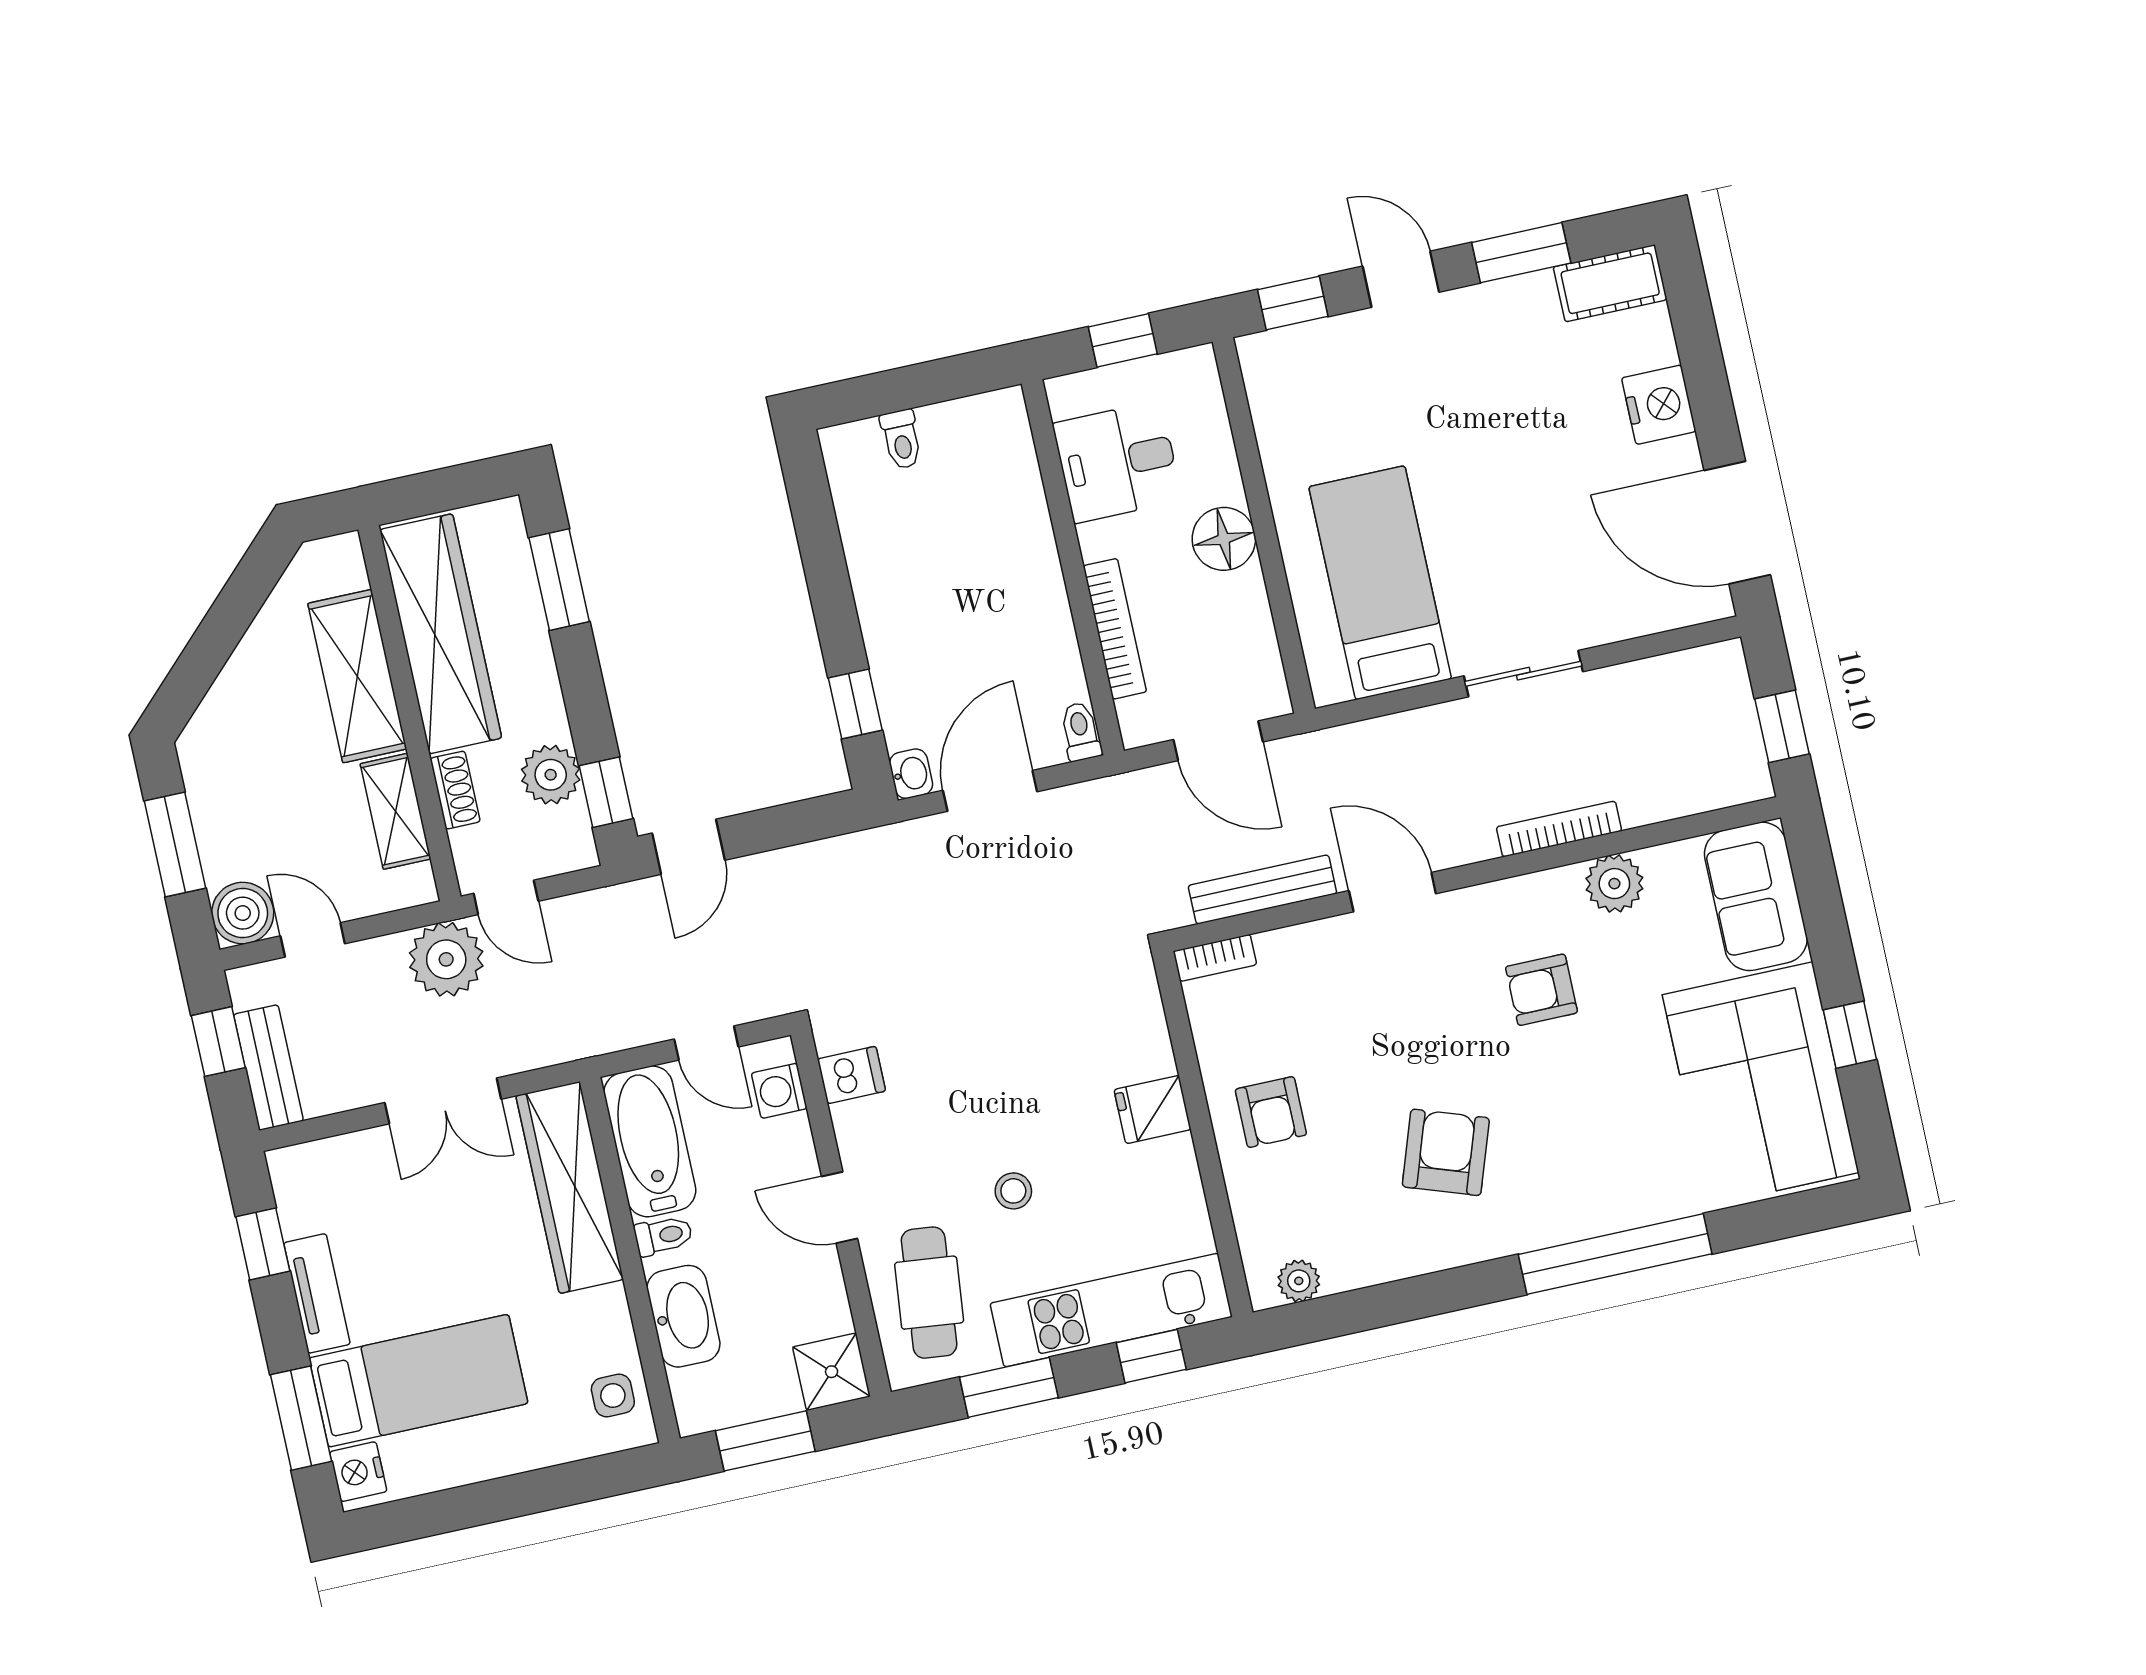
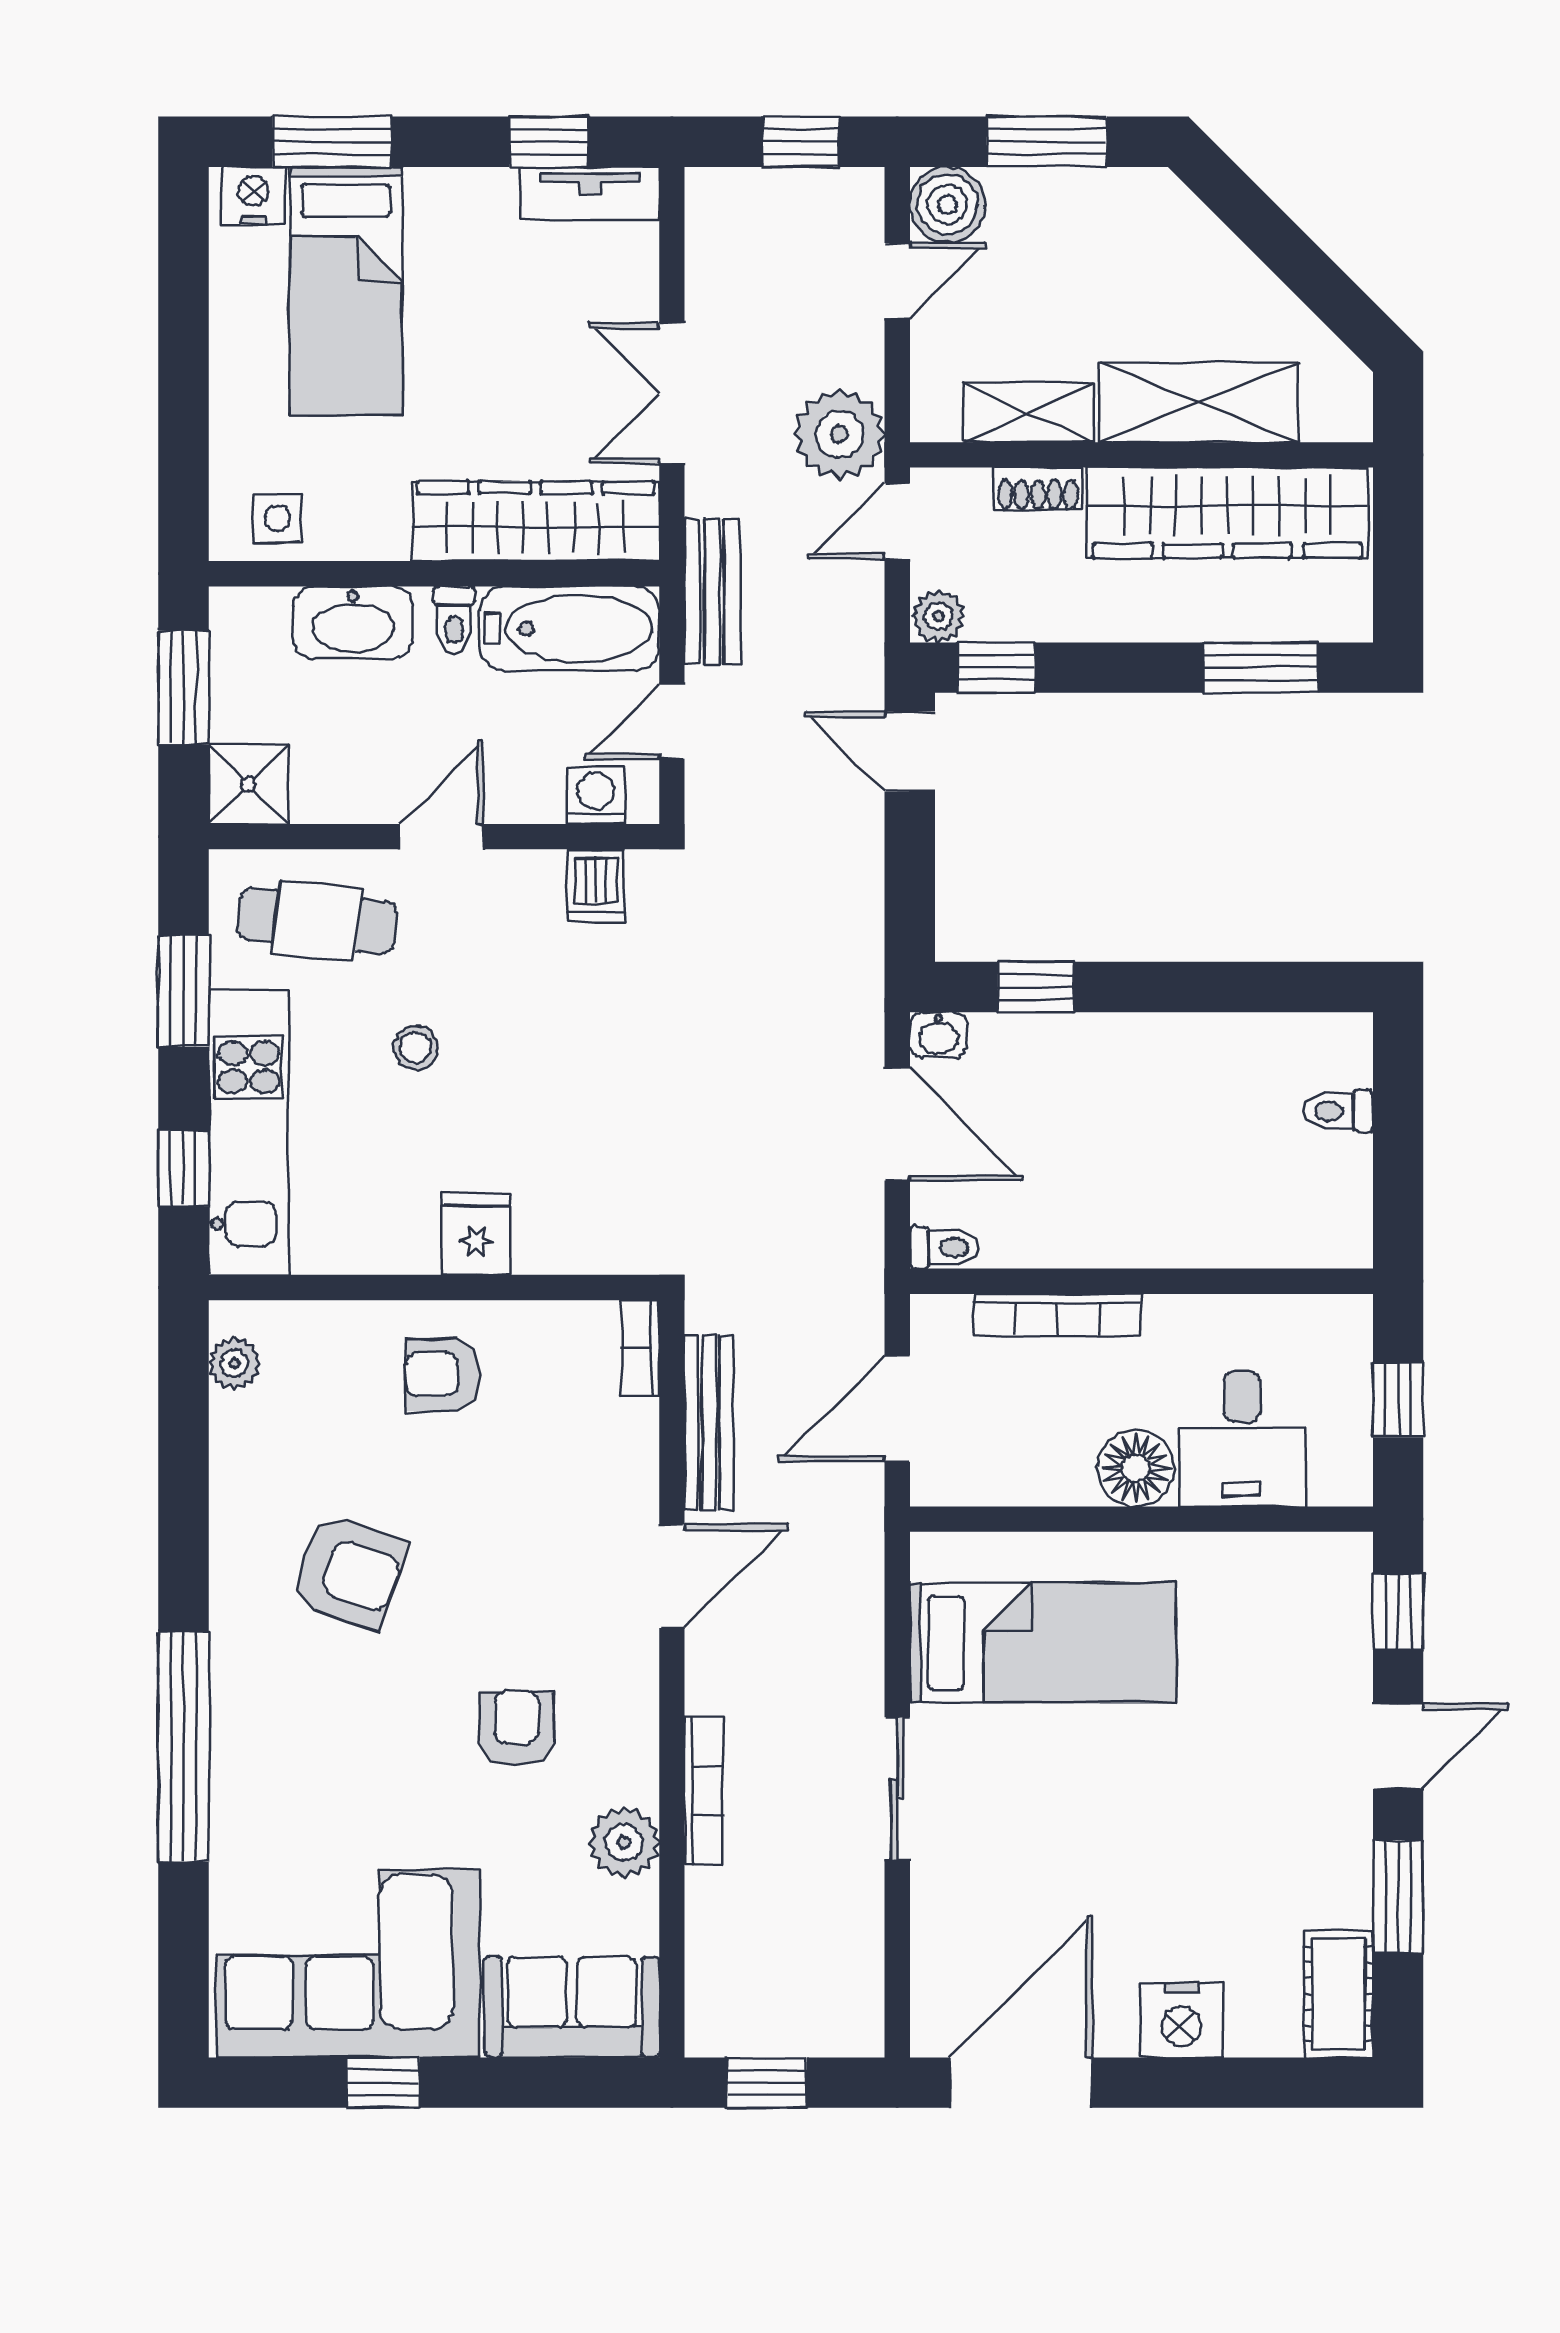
desk: (1117, 462) -> (1242, 1439), moved, turned 180
plant: (551, 775) -> (938, 616), moved, width x0.73, depth x0.73
bench: (268, 1068) -> (712, 592), moved, turned 90
tv unit: (317, 1293) -> (590, 193), moved

